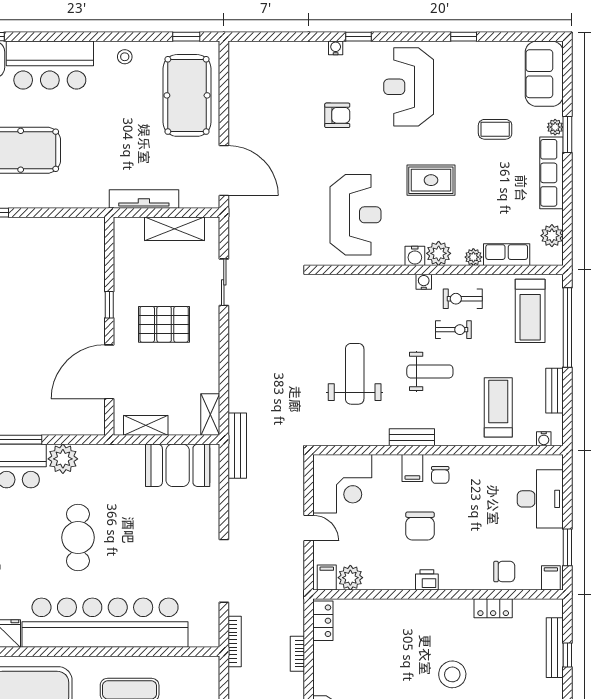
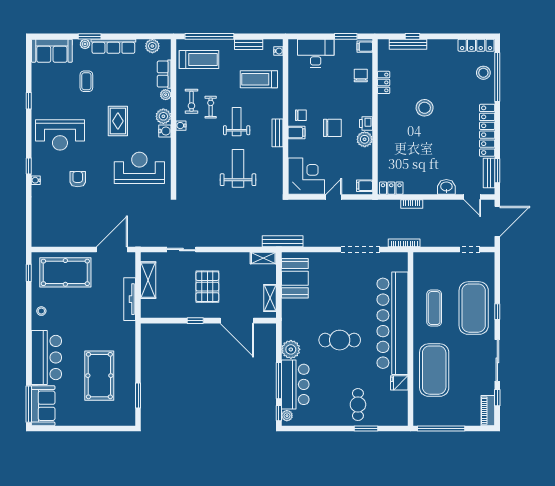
weight bench: (355, 374) -> (238, 168), turned 90
plant: (350, 578) -> (365, 139), moved

